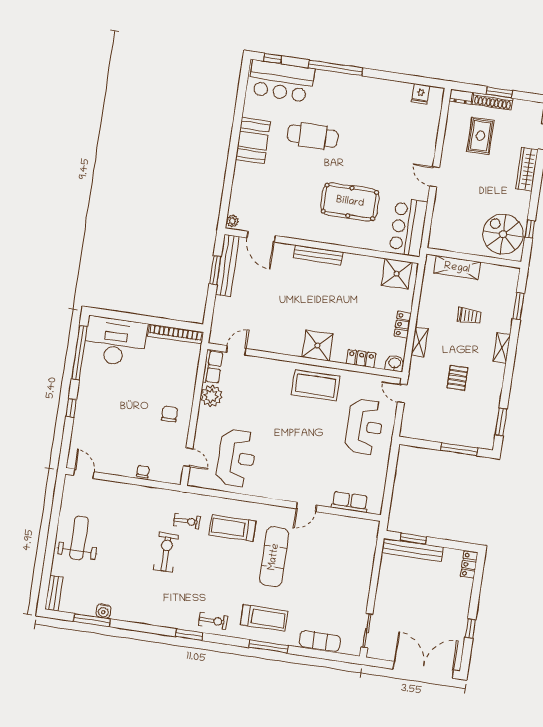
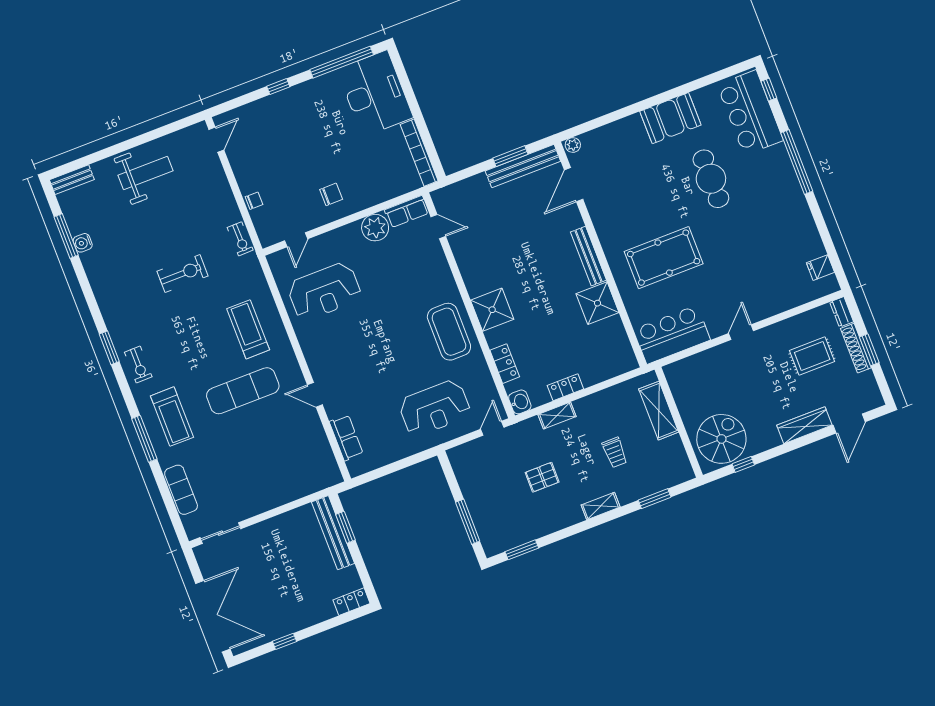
pool table: (350, 202) -> (664, 258), turned 90
shower: (397, 274) -> (597, 303), moved
exercise bike: (187, 521) -> (240, 239), moved

